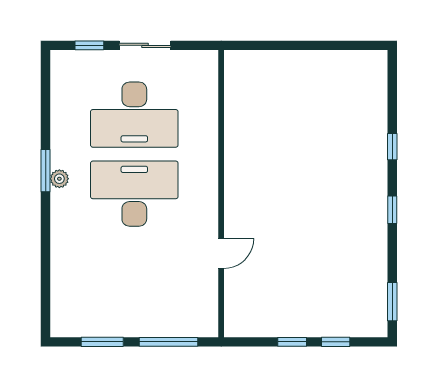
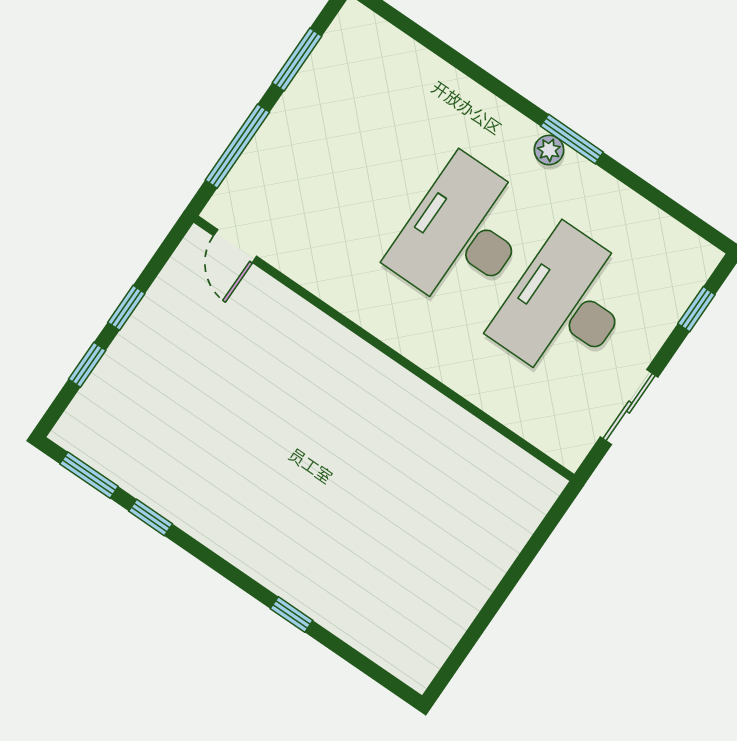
sliding door: (145, 45) -> (629, 407), moved
desk: (134, 194) -> (462, 235), turned 180
window: (392, 210) -> (151, 517), moved
door: (221, 253) -> (235, 246), moved

